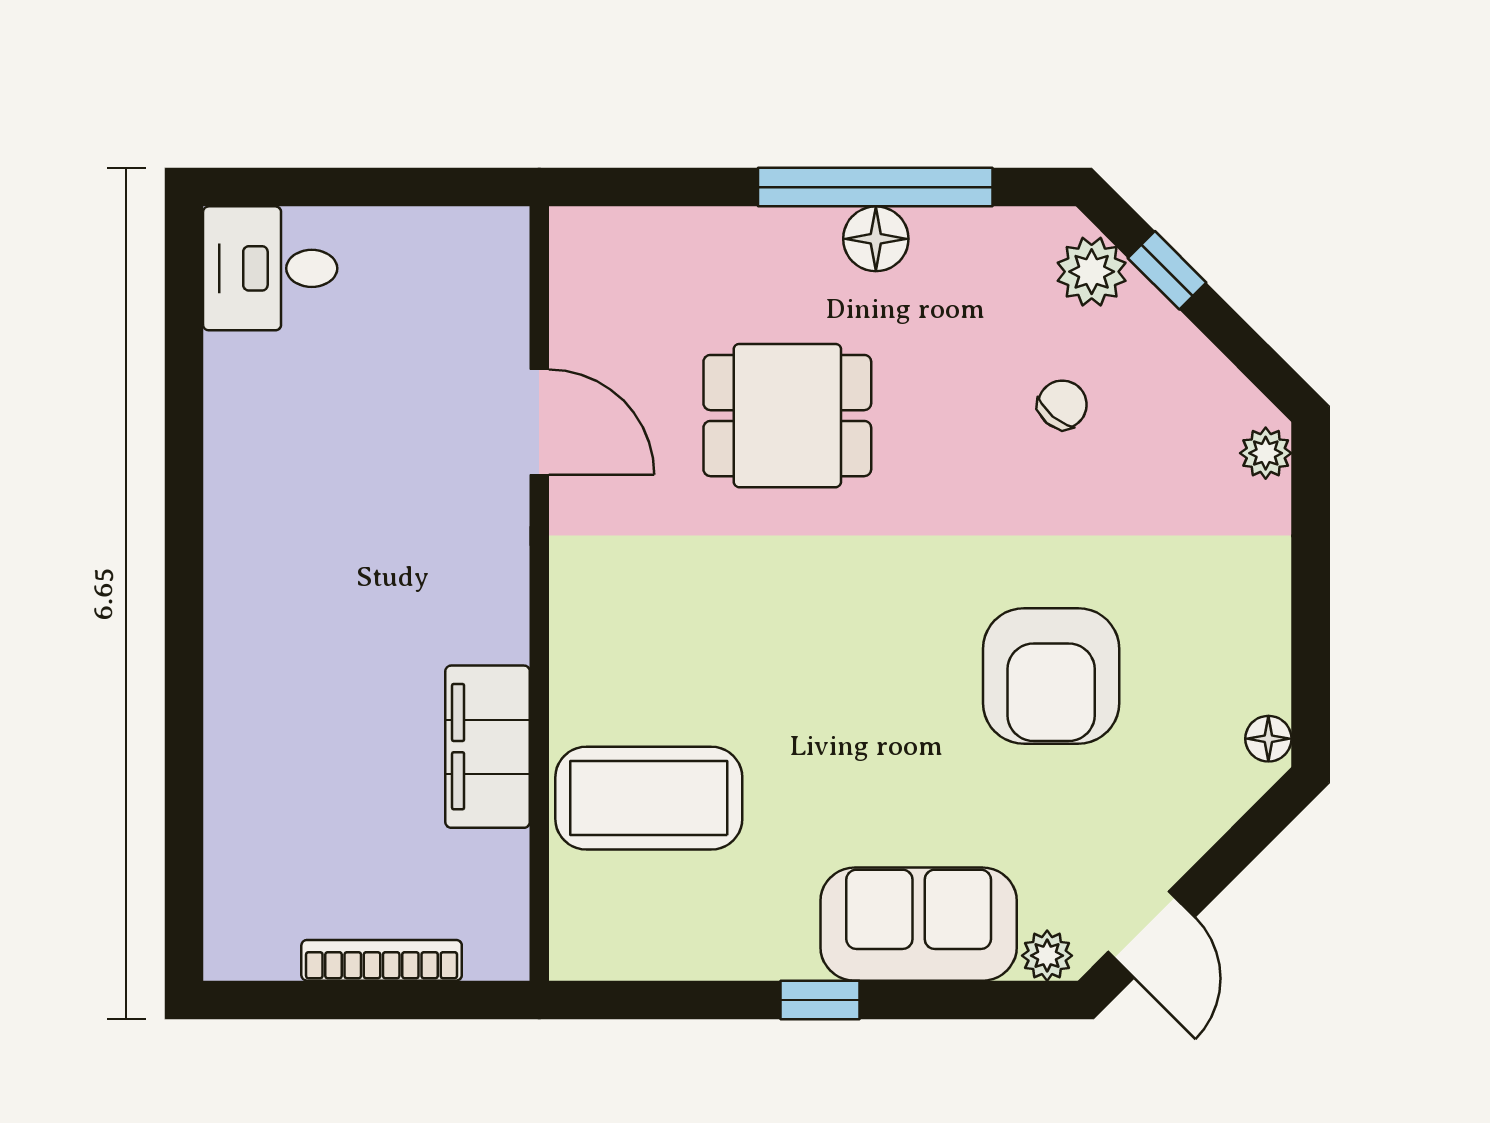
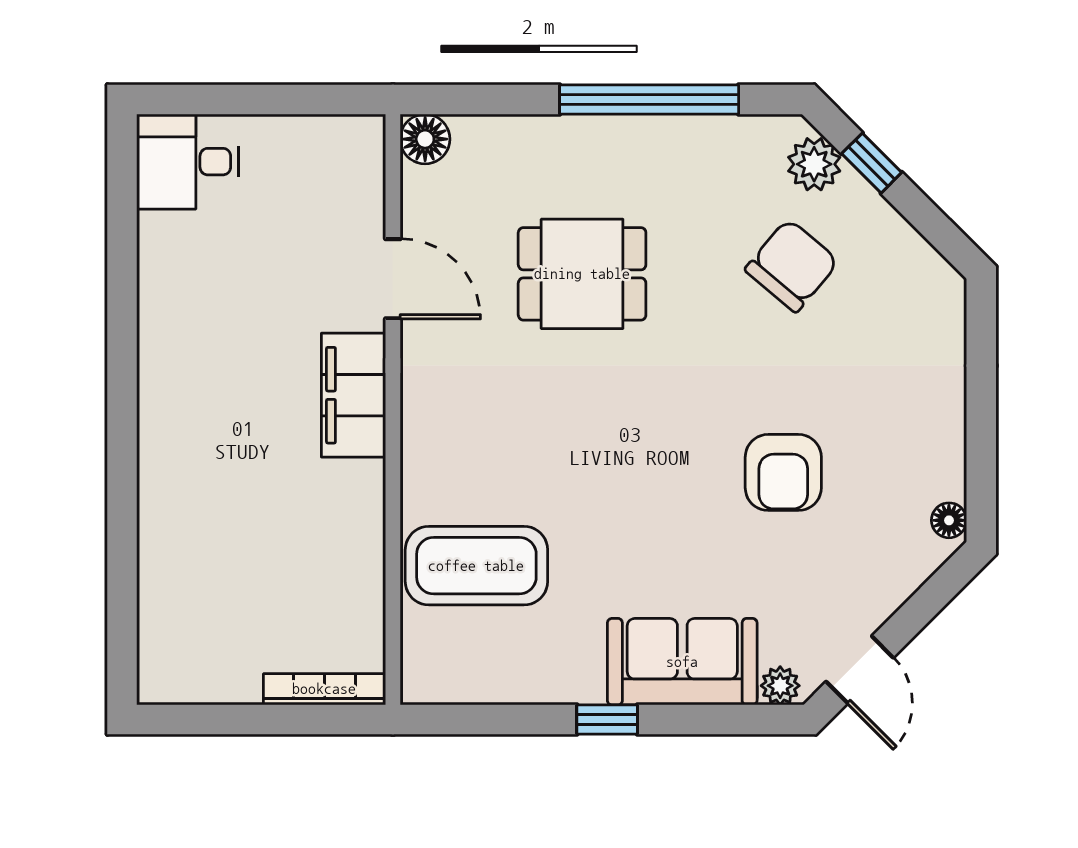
floor lamp: (876, 239) -> (425, 139), moved
chair: (1062, 405) -> (792, 266), width x1.87, depth x1.87
plant: (1266, 453) -> (947, 302), removed
armchair: (1051, 676) -> (783, 472), width x0.73, depth x0.73
filing cabinet: (488, 747) -> (353, 395), moved
bookcase: (382, 960) -> (324, 689), moved

